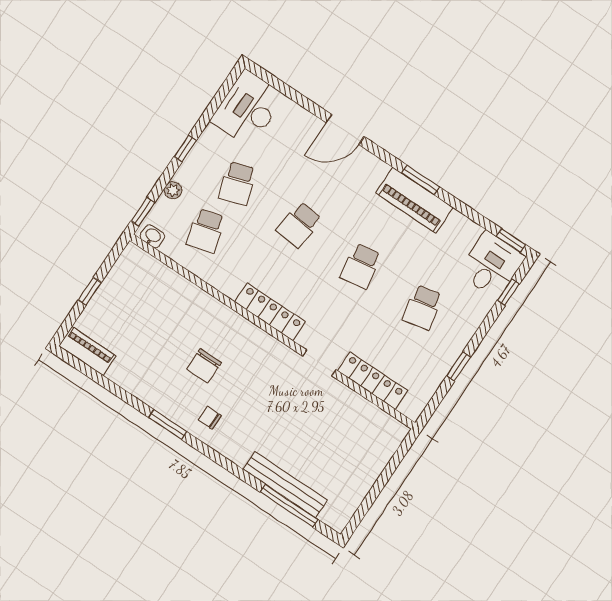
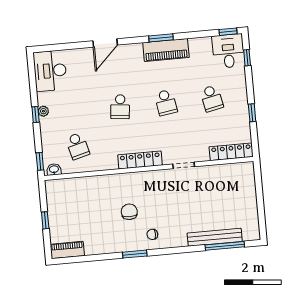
school desk: (237, 183) -> (74, 111), removed
plant: (173, 190) -> (43, 111), moved
chair: (204, 366) -> (129, 212), turned 180
locker: (373, 381) -> (231, 152), moved

